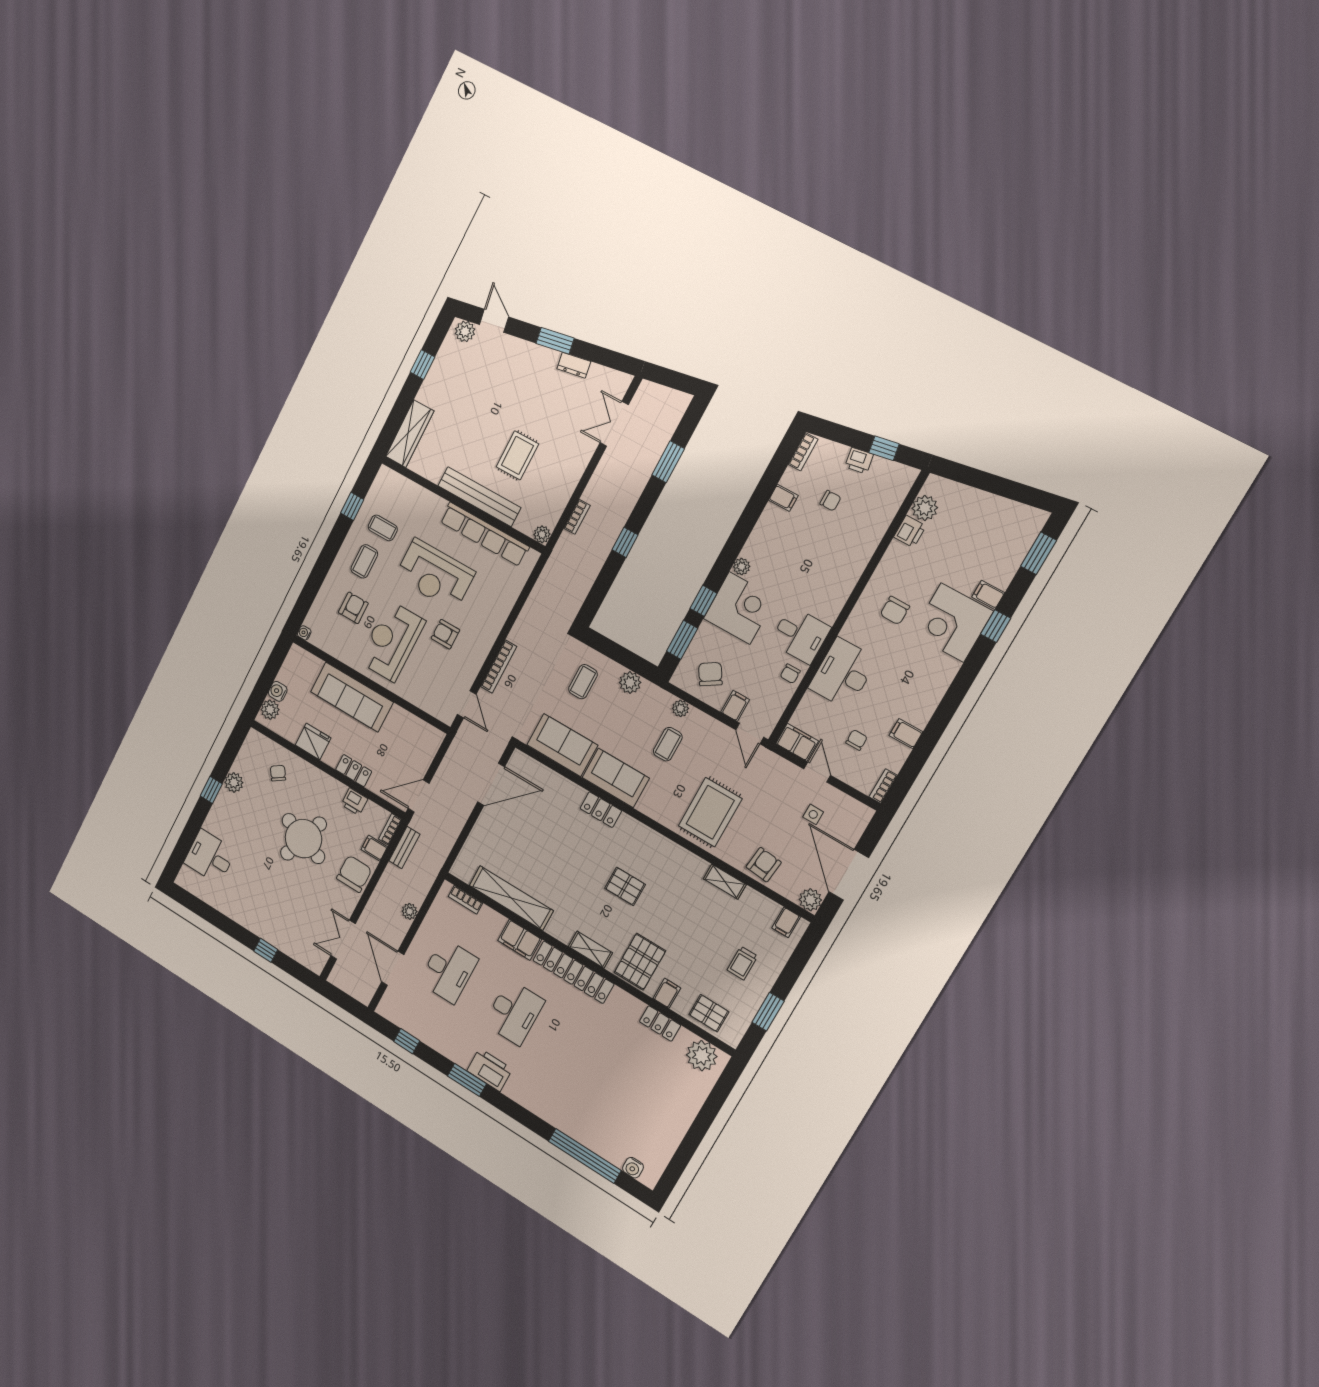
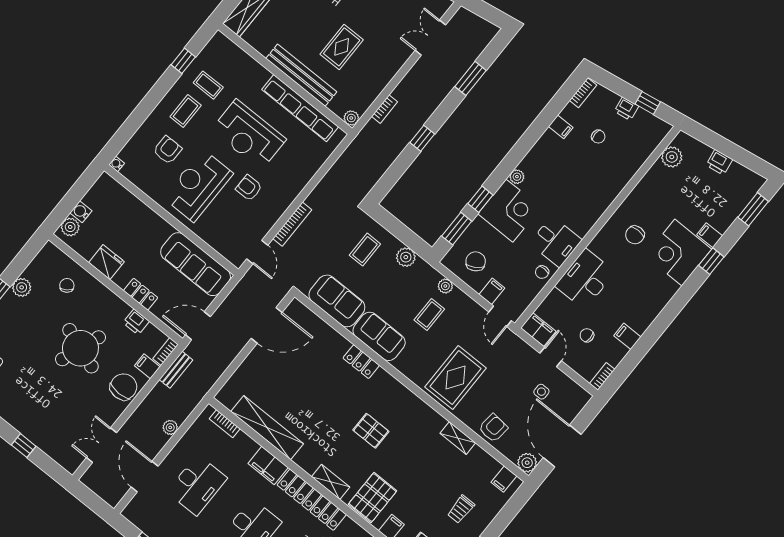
printer: (910, 532) -> (719, 162), moved, turned 81
sofa: (352, 697) -> (196, 264), moved
chair: (857, 740) -> (587, 335), turned -90

